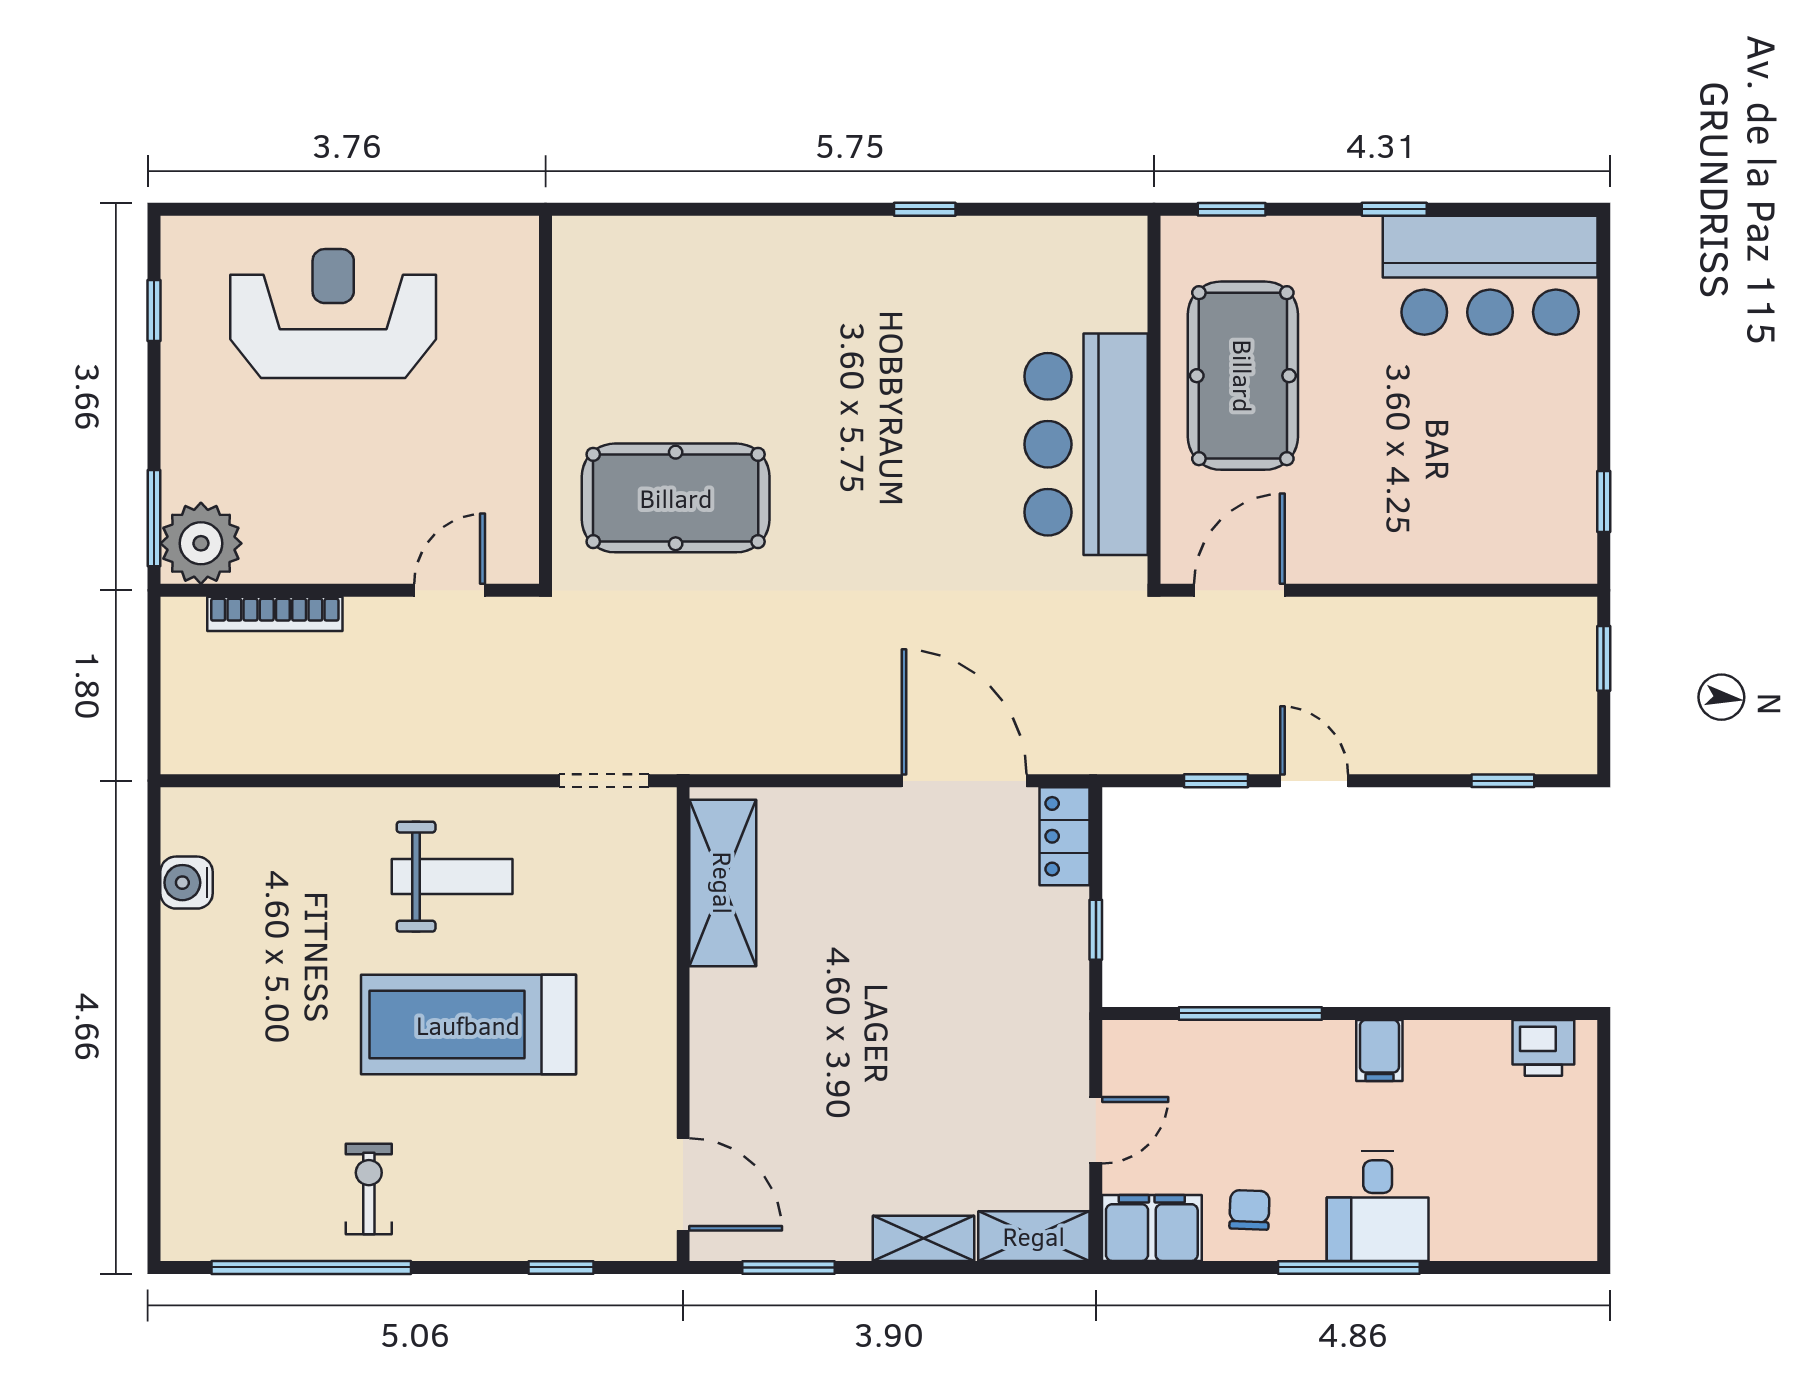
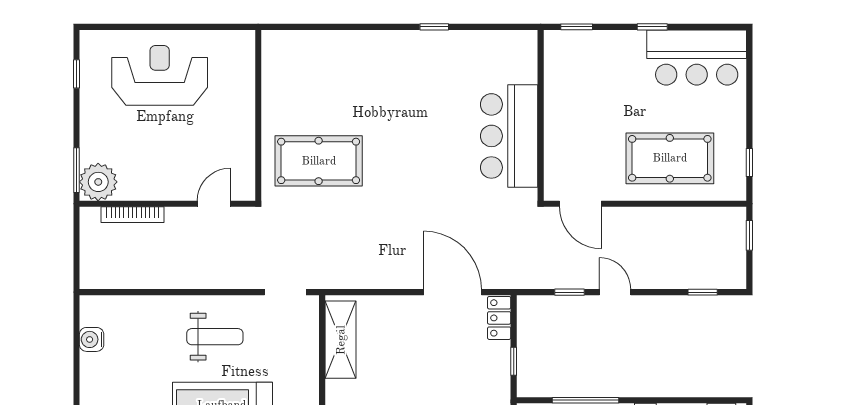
pool table: (1243, 376) -> (670, 158), moved, turned 90
door: (1239, 590) -> (580, 204), swing flipped

